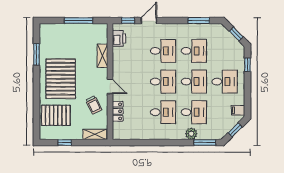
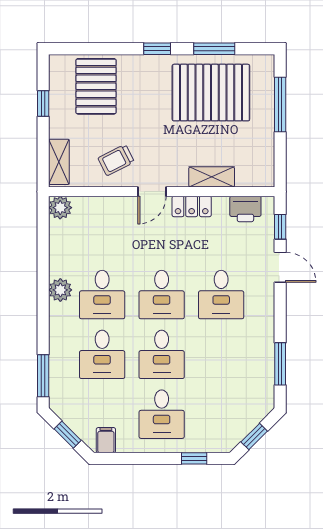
window: (79, 21) -> (280, 104), moved
desk: (194, 51) -> (221, 354), removed
pallet: (61, 79) -> (211, 93), moved
window: (36, 84) -> (157, 49), added
locker: (118, 111) -> (192, 206), moved
plant: (118, 134) -> (60, 208), added
plant: (191, 134) -> (60, 290), moved

